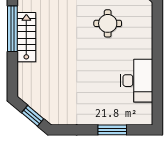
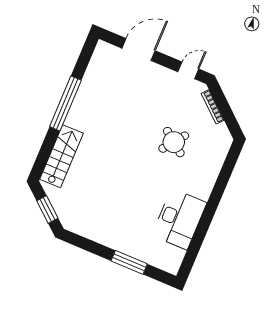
round table: (108, 23) -> (174, 142), turned 37
stairs: (26, 37) -> (61, 156), moved

